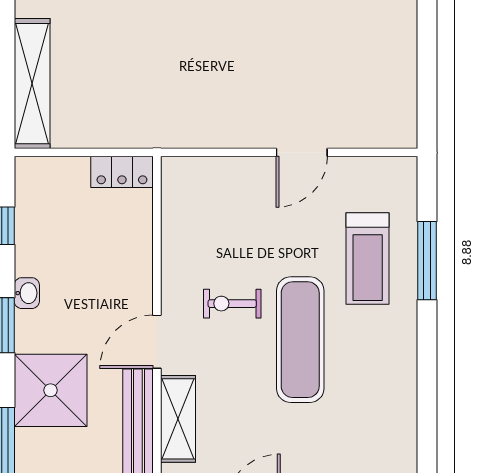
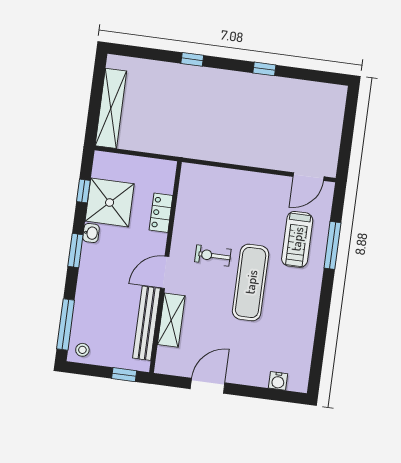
door: (302, 152) -> (309, 177), moved
locker: (122, 172) -> (161, 213), moved, turned 90
shower: (51, 390) -> (110, 202), moved

